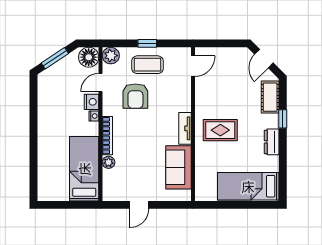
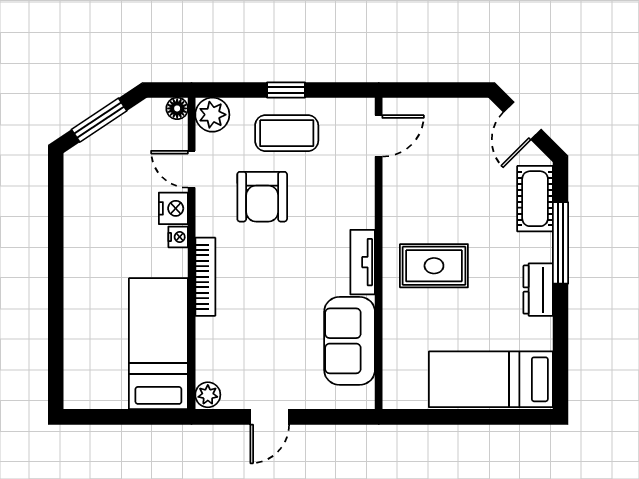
floor lamp: (89, 57) -> (177, 108), width x0.53, depth x0.53
door: (101, 83) -> (192, 169), hinge flipped
window: (283, 119) -> (561, 243), width x2.17
plant: (109, 162) -> (208, 395), moved

